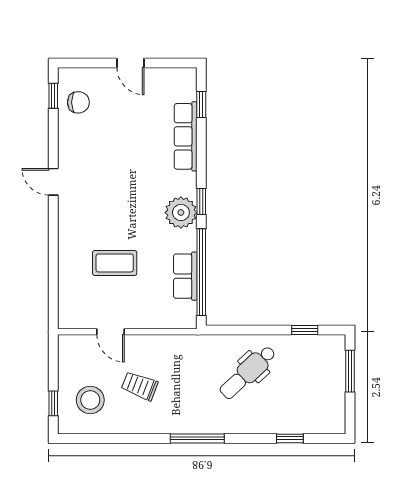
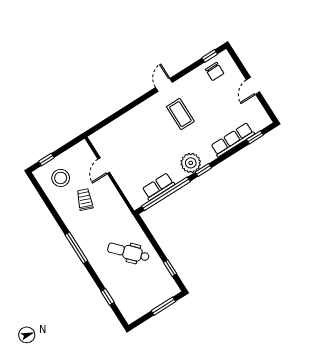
coffee table: (115, 263) -> (180, 114), moved

